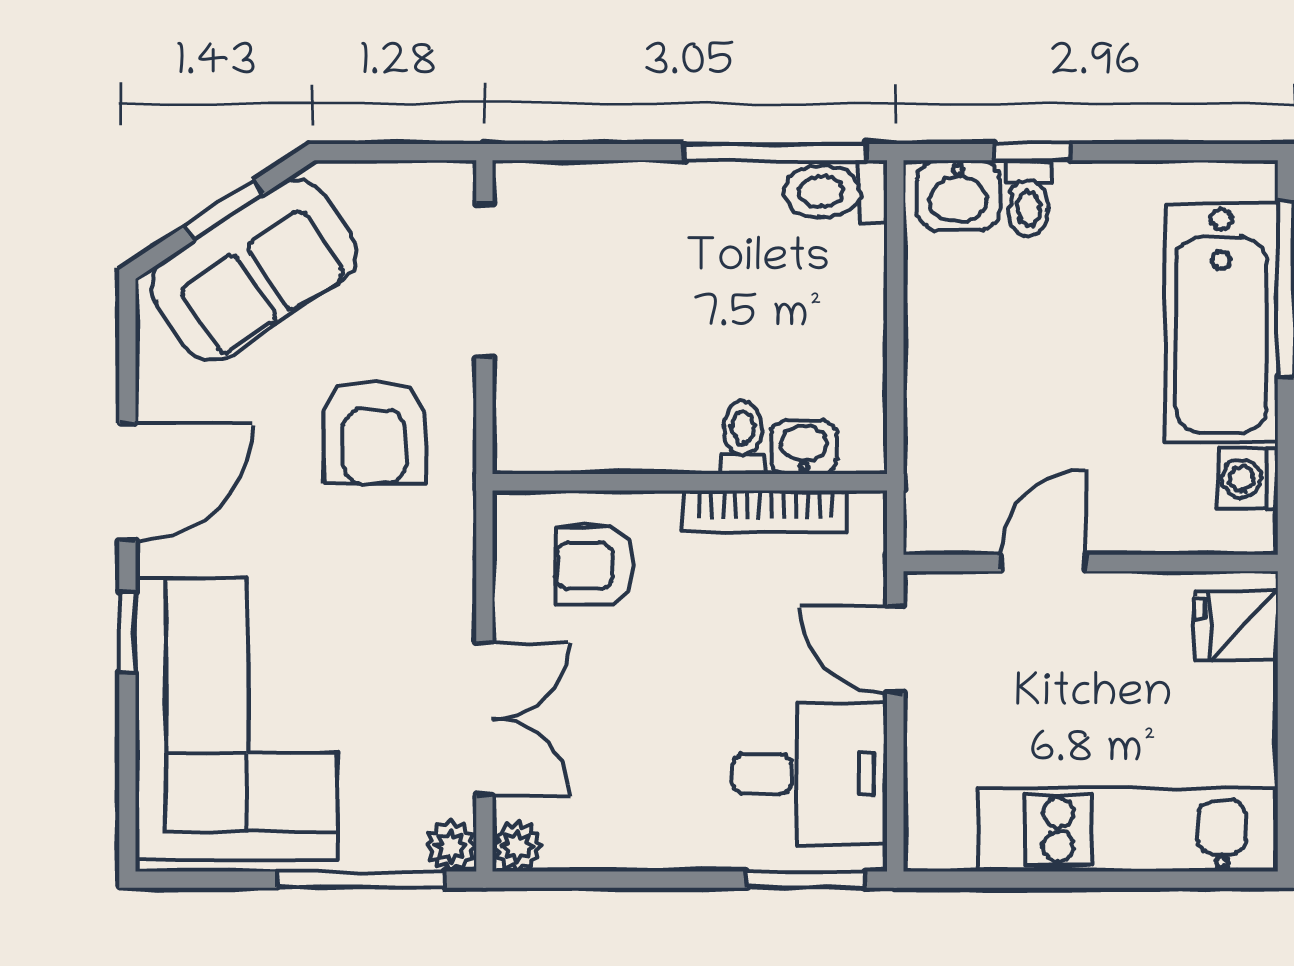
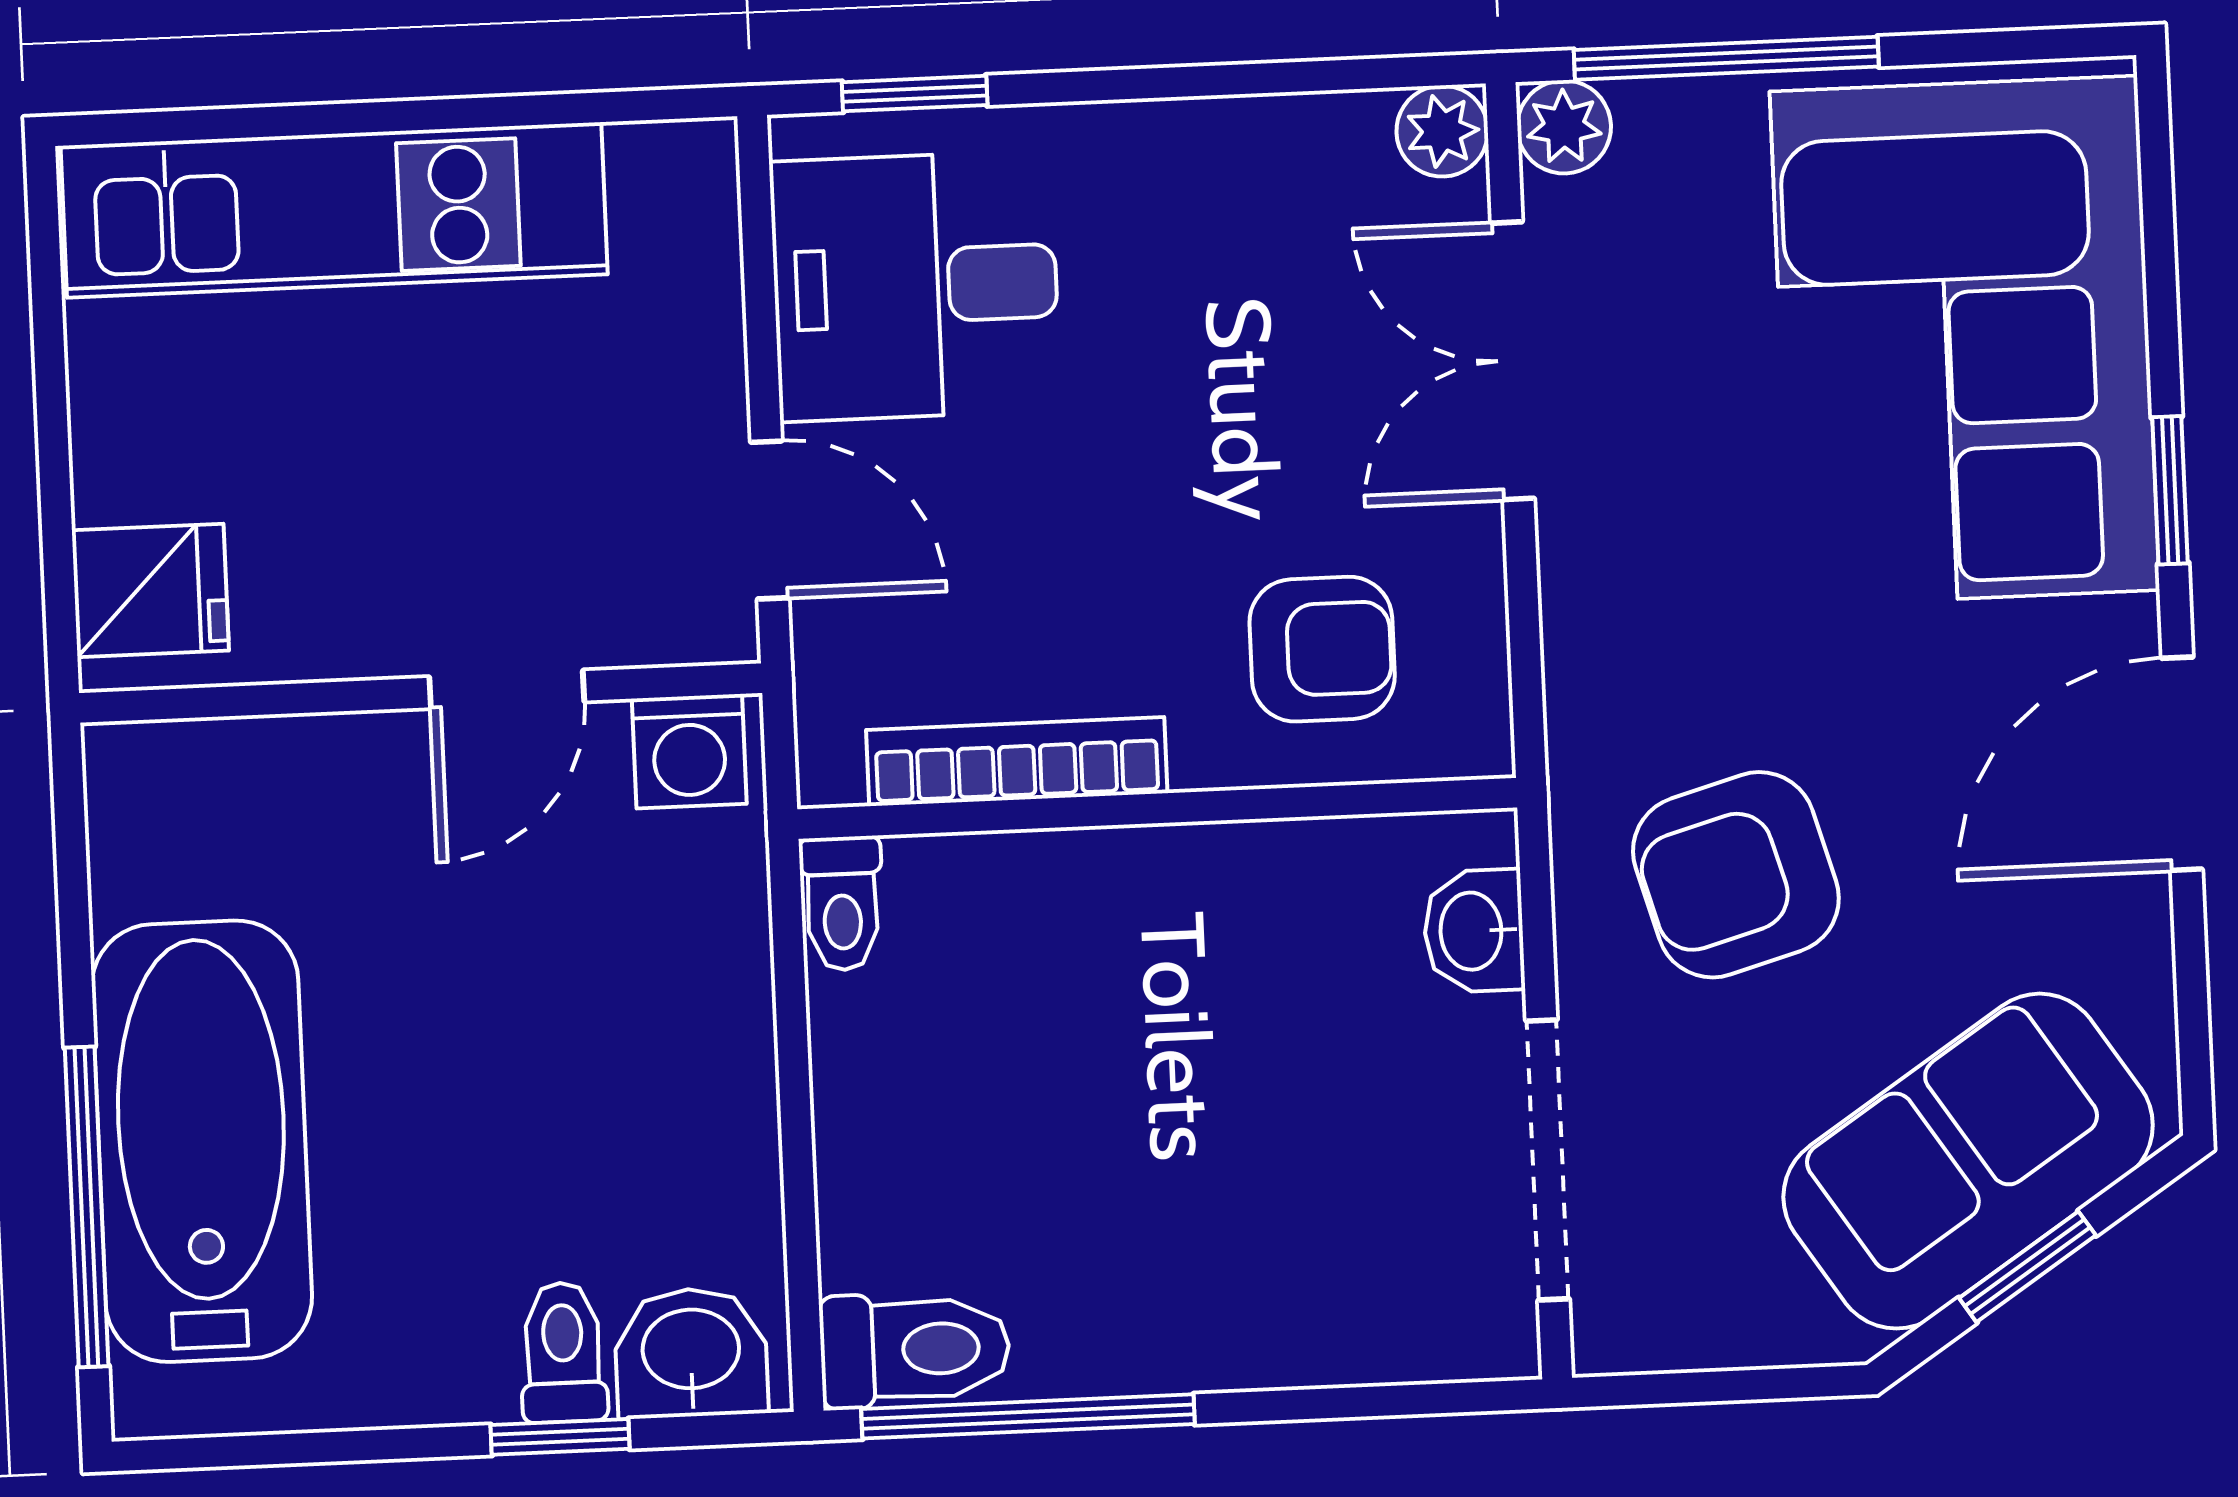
armchair: (374, 432) -> (1736, 875), turned -106
toilet: (743, 438) -> (842, 903), moved
washbasin: (804, 447) -> (1474, 931), moved, turned 90
washing machine: (1248, 478) -> (689, 751), moved, turned 90
window: (806, 880) -> (915, 94), width x0.67

